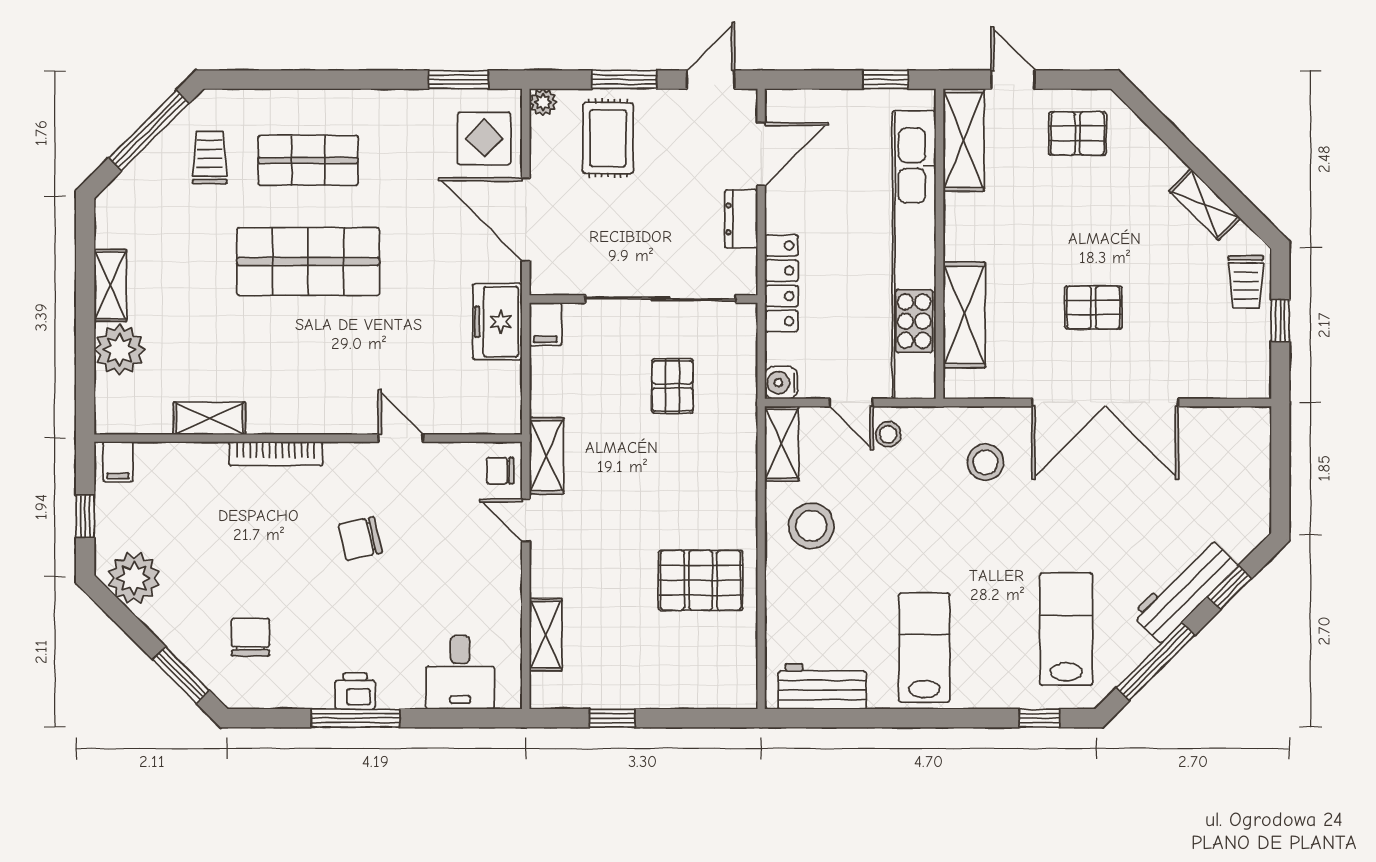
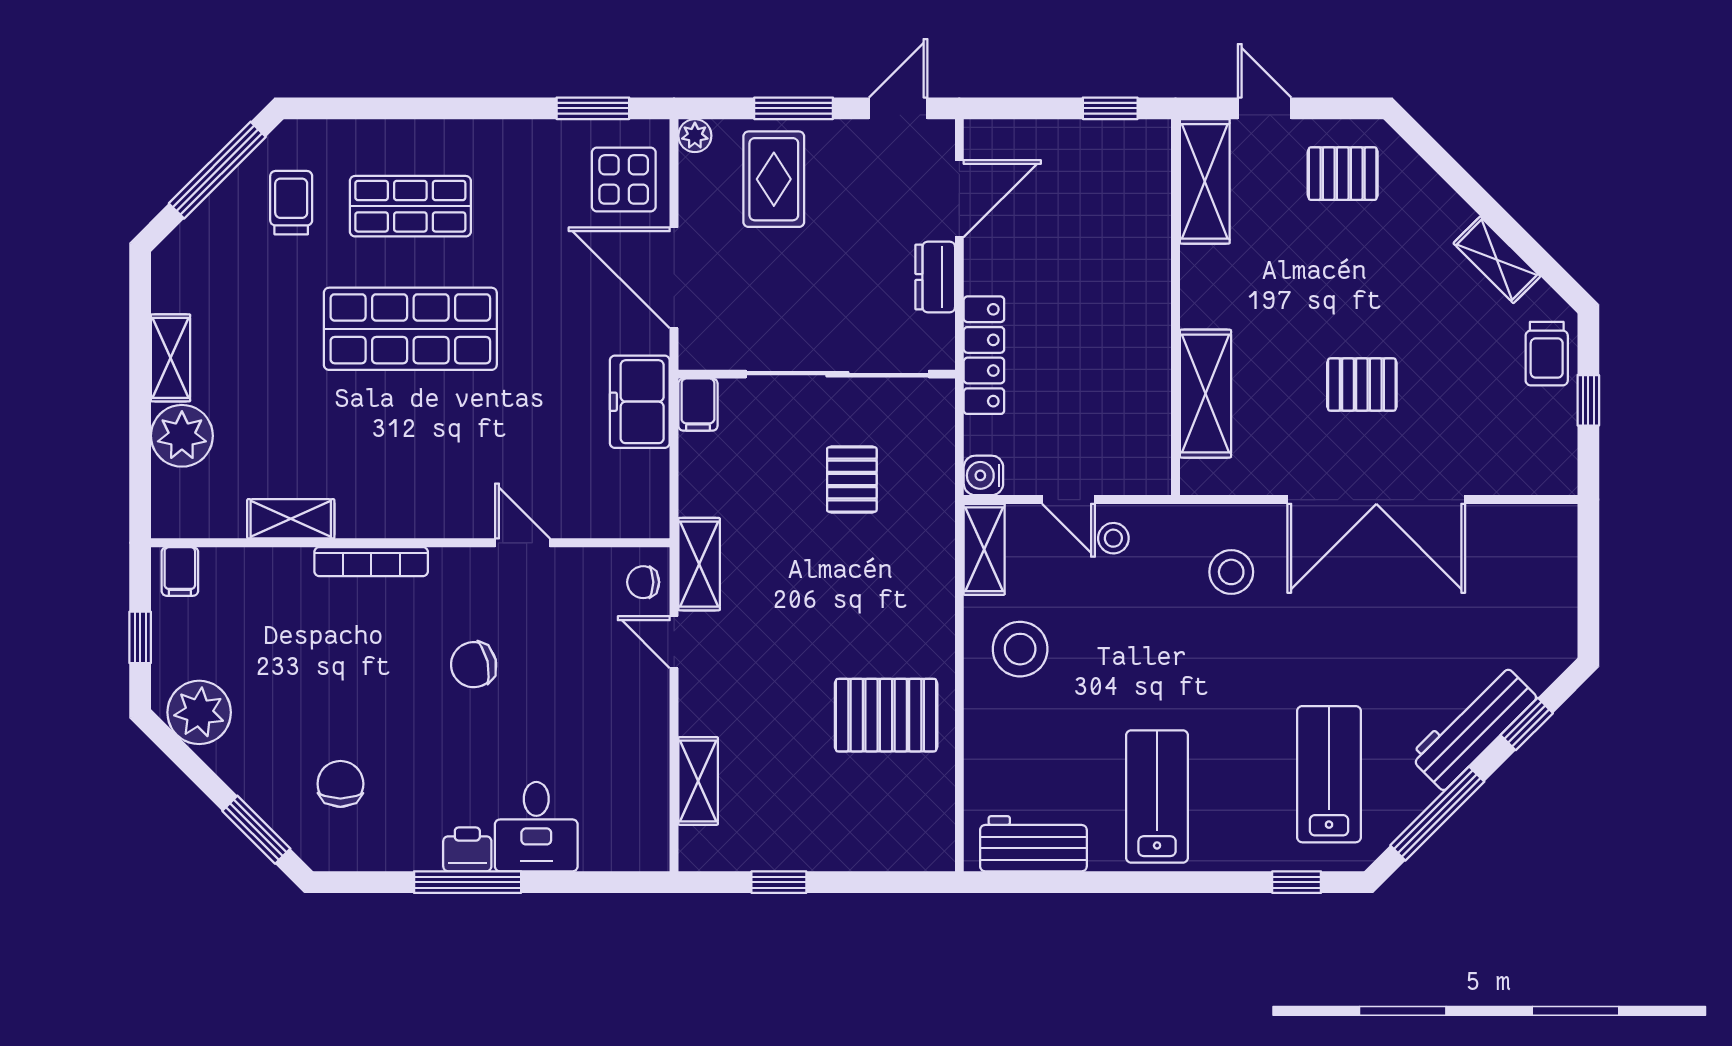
kitchen unit: (914, 255) -> (1145, 321), removed
desk: (460, 672) -> (536, 827), moved

